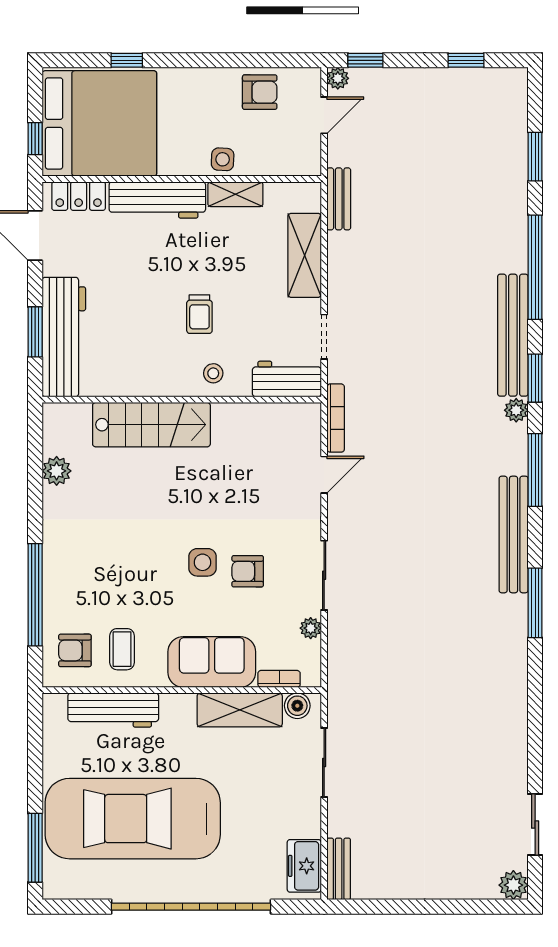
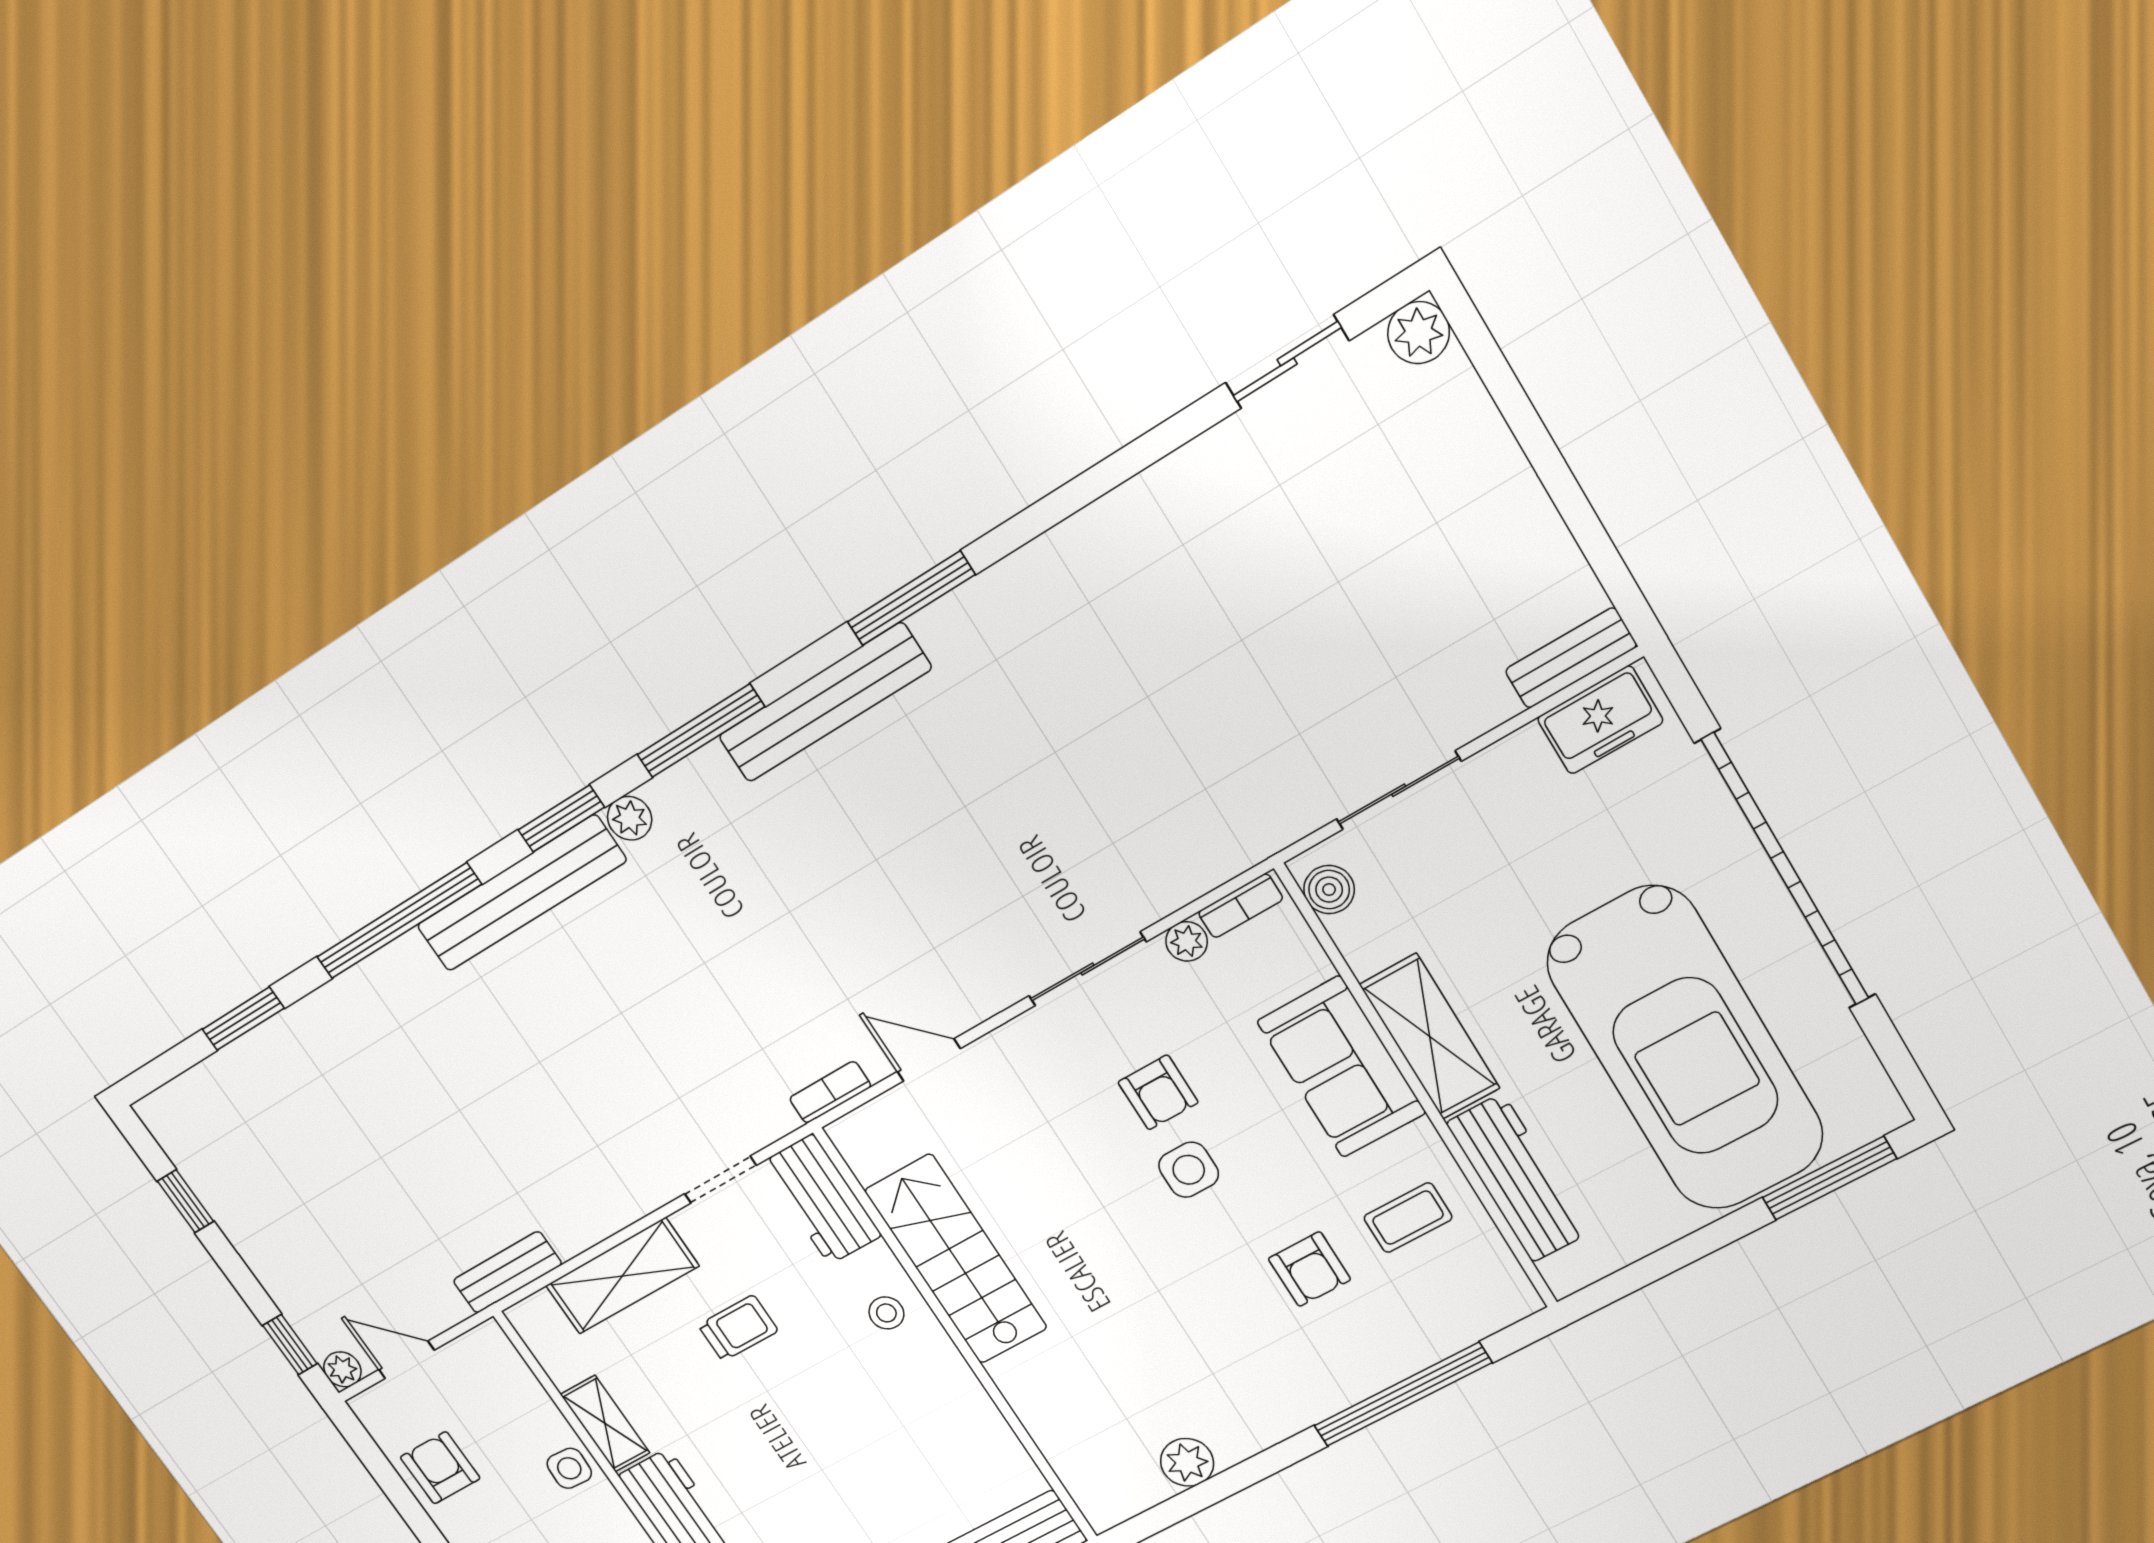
trolley: (199, 314) -> (738, 1328), moved
bookcase: (336, 418) -> (830, 1092), width x0.64
stairs: (151, 425) -> (956, 1259), moved
armchair: (75, 650) -> (1309, 1269), moved
bookcase: (279, 679) -> (1241, 906), moved, turned -90
shelving: (240, 710) -> (1430, 1036), moved

